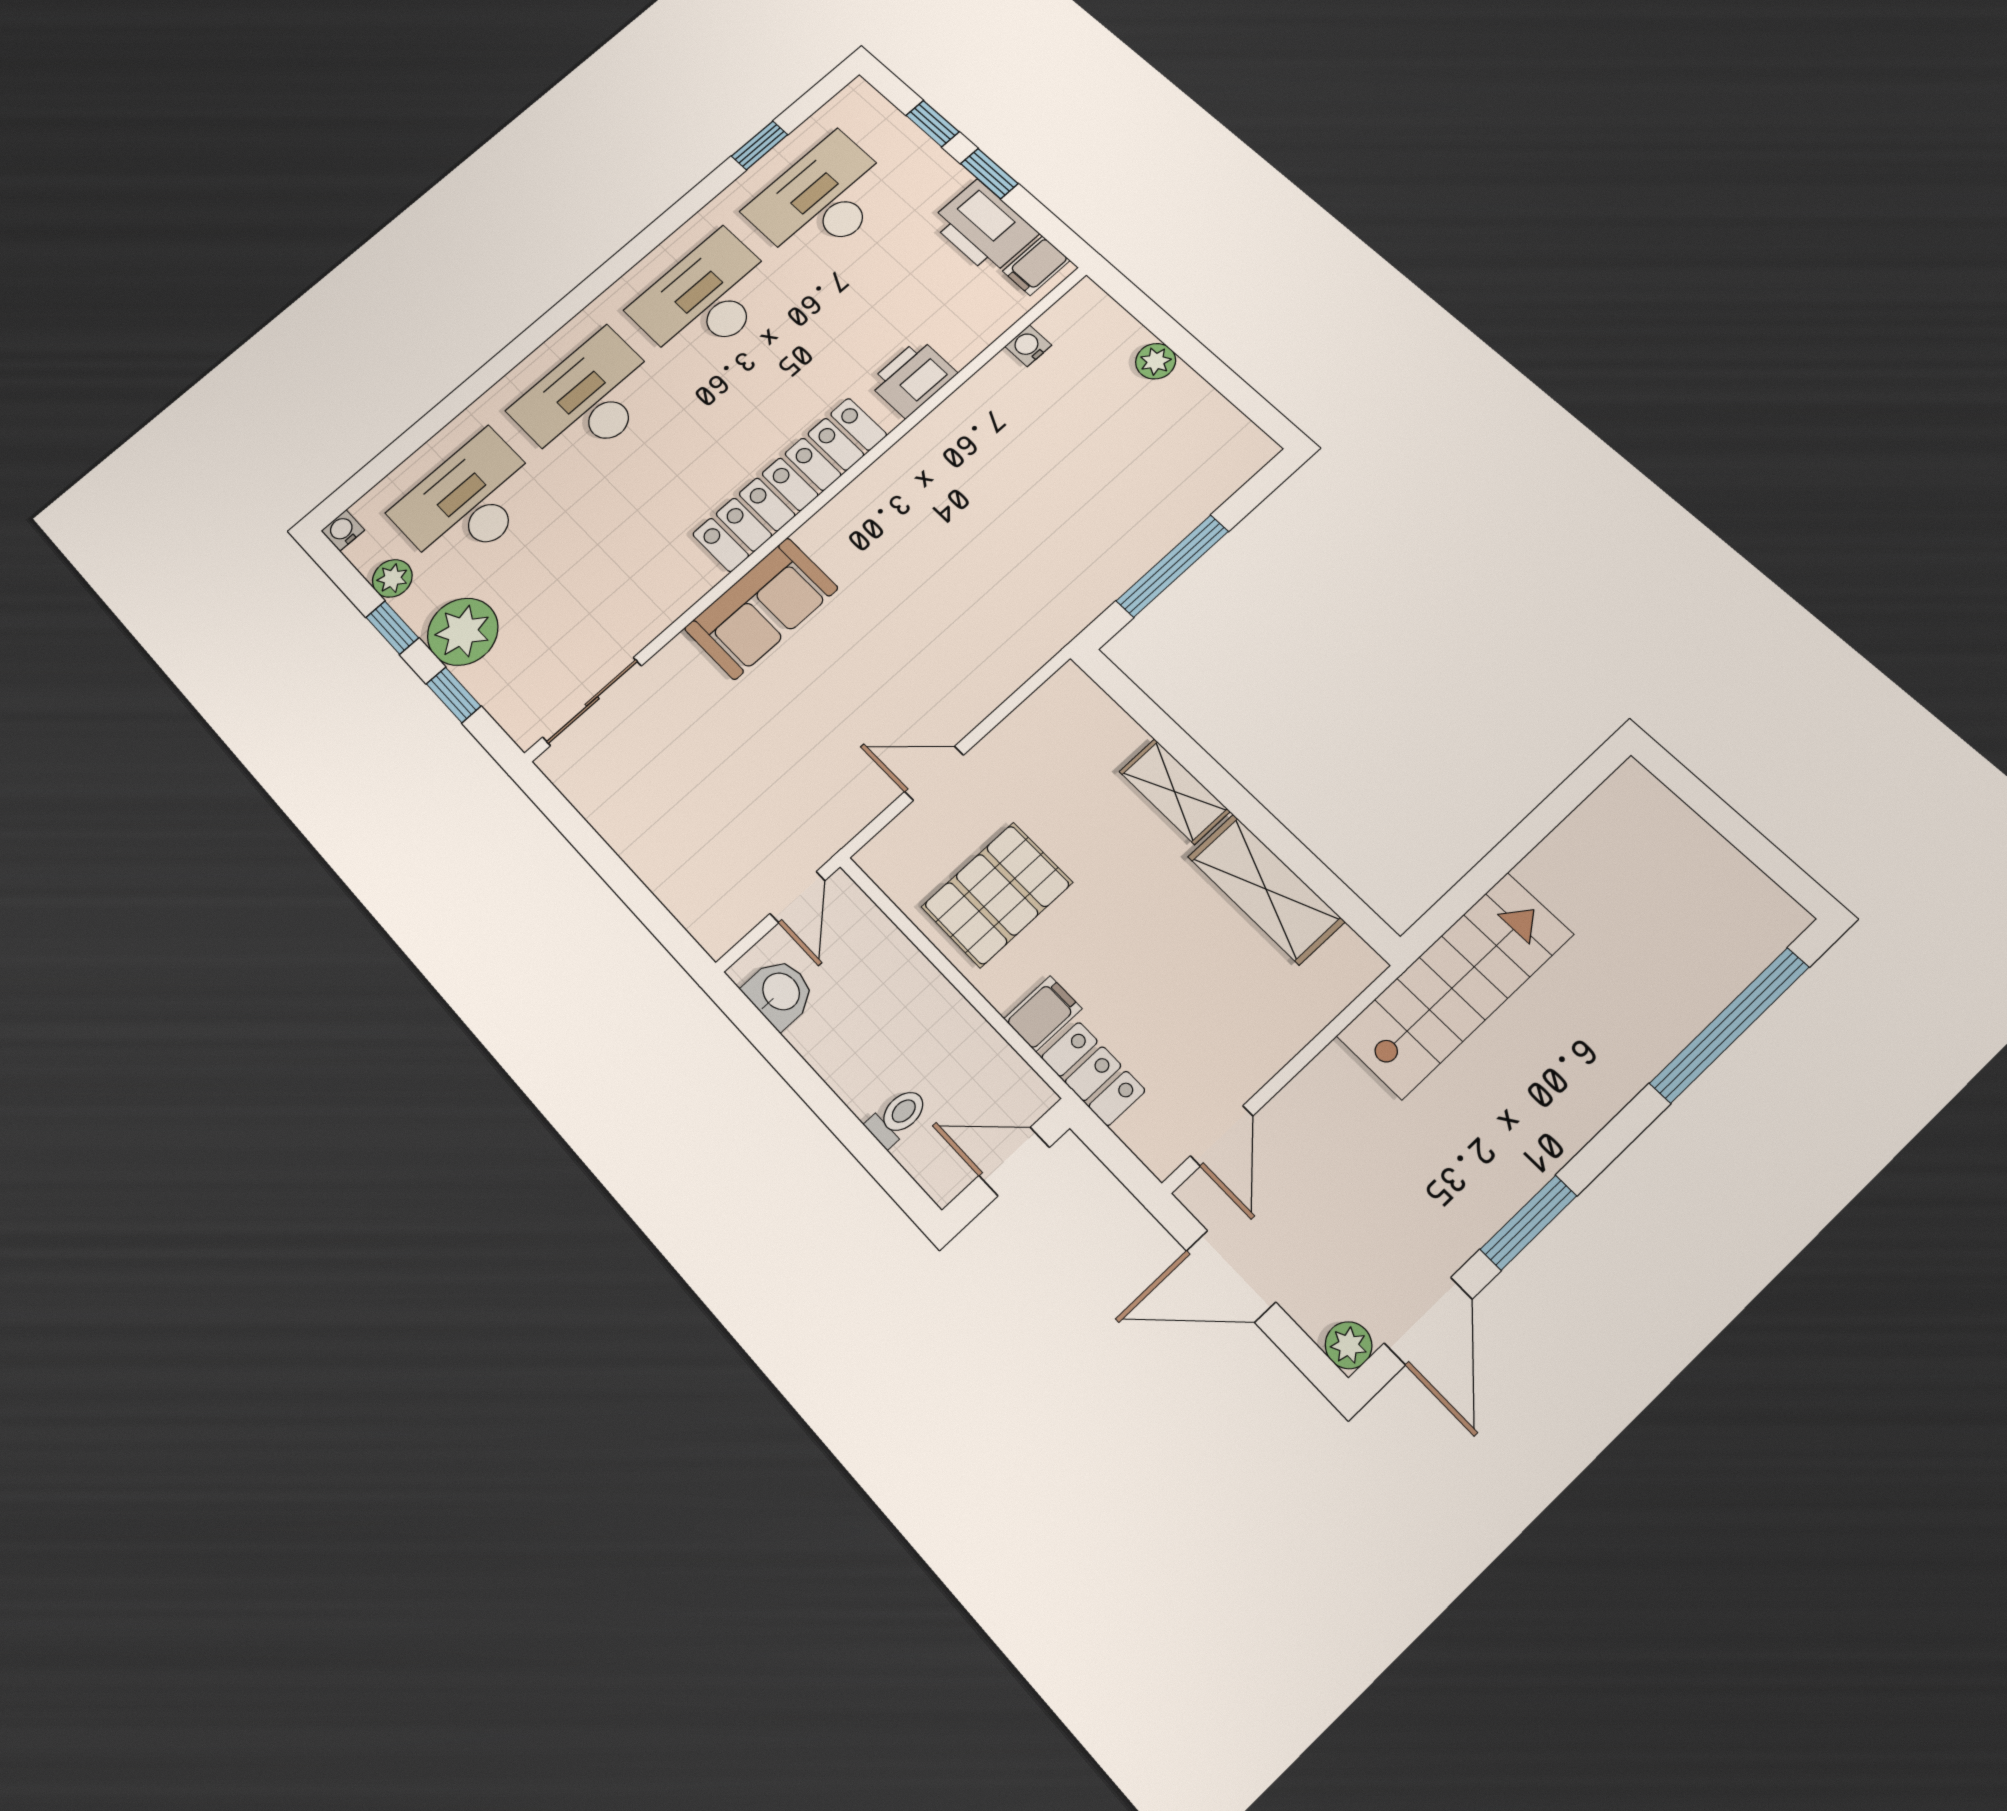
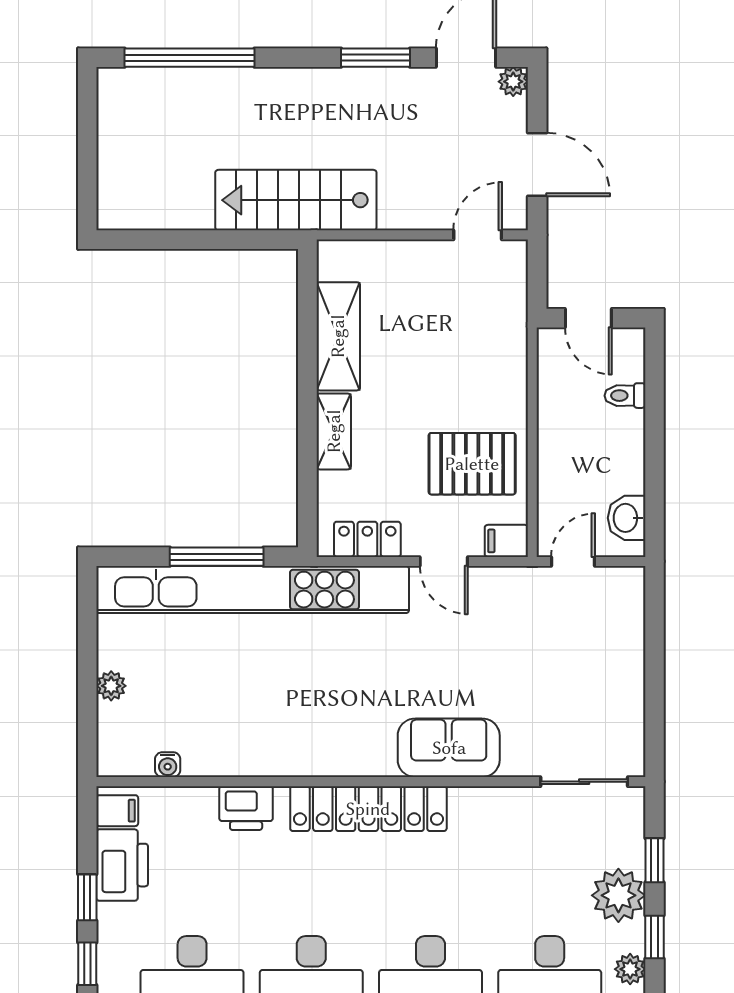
kitchen unit: (1105, 570) -> (253, 590), added
filing cabinet: (1043, 1014) -> (506, 541), moved
locker: (1093, 1074) -> (367, 539), moved, turned 90

